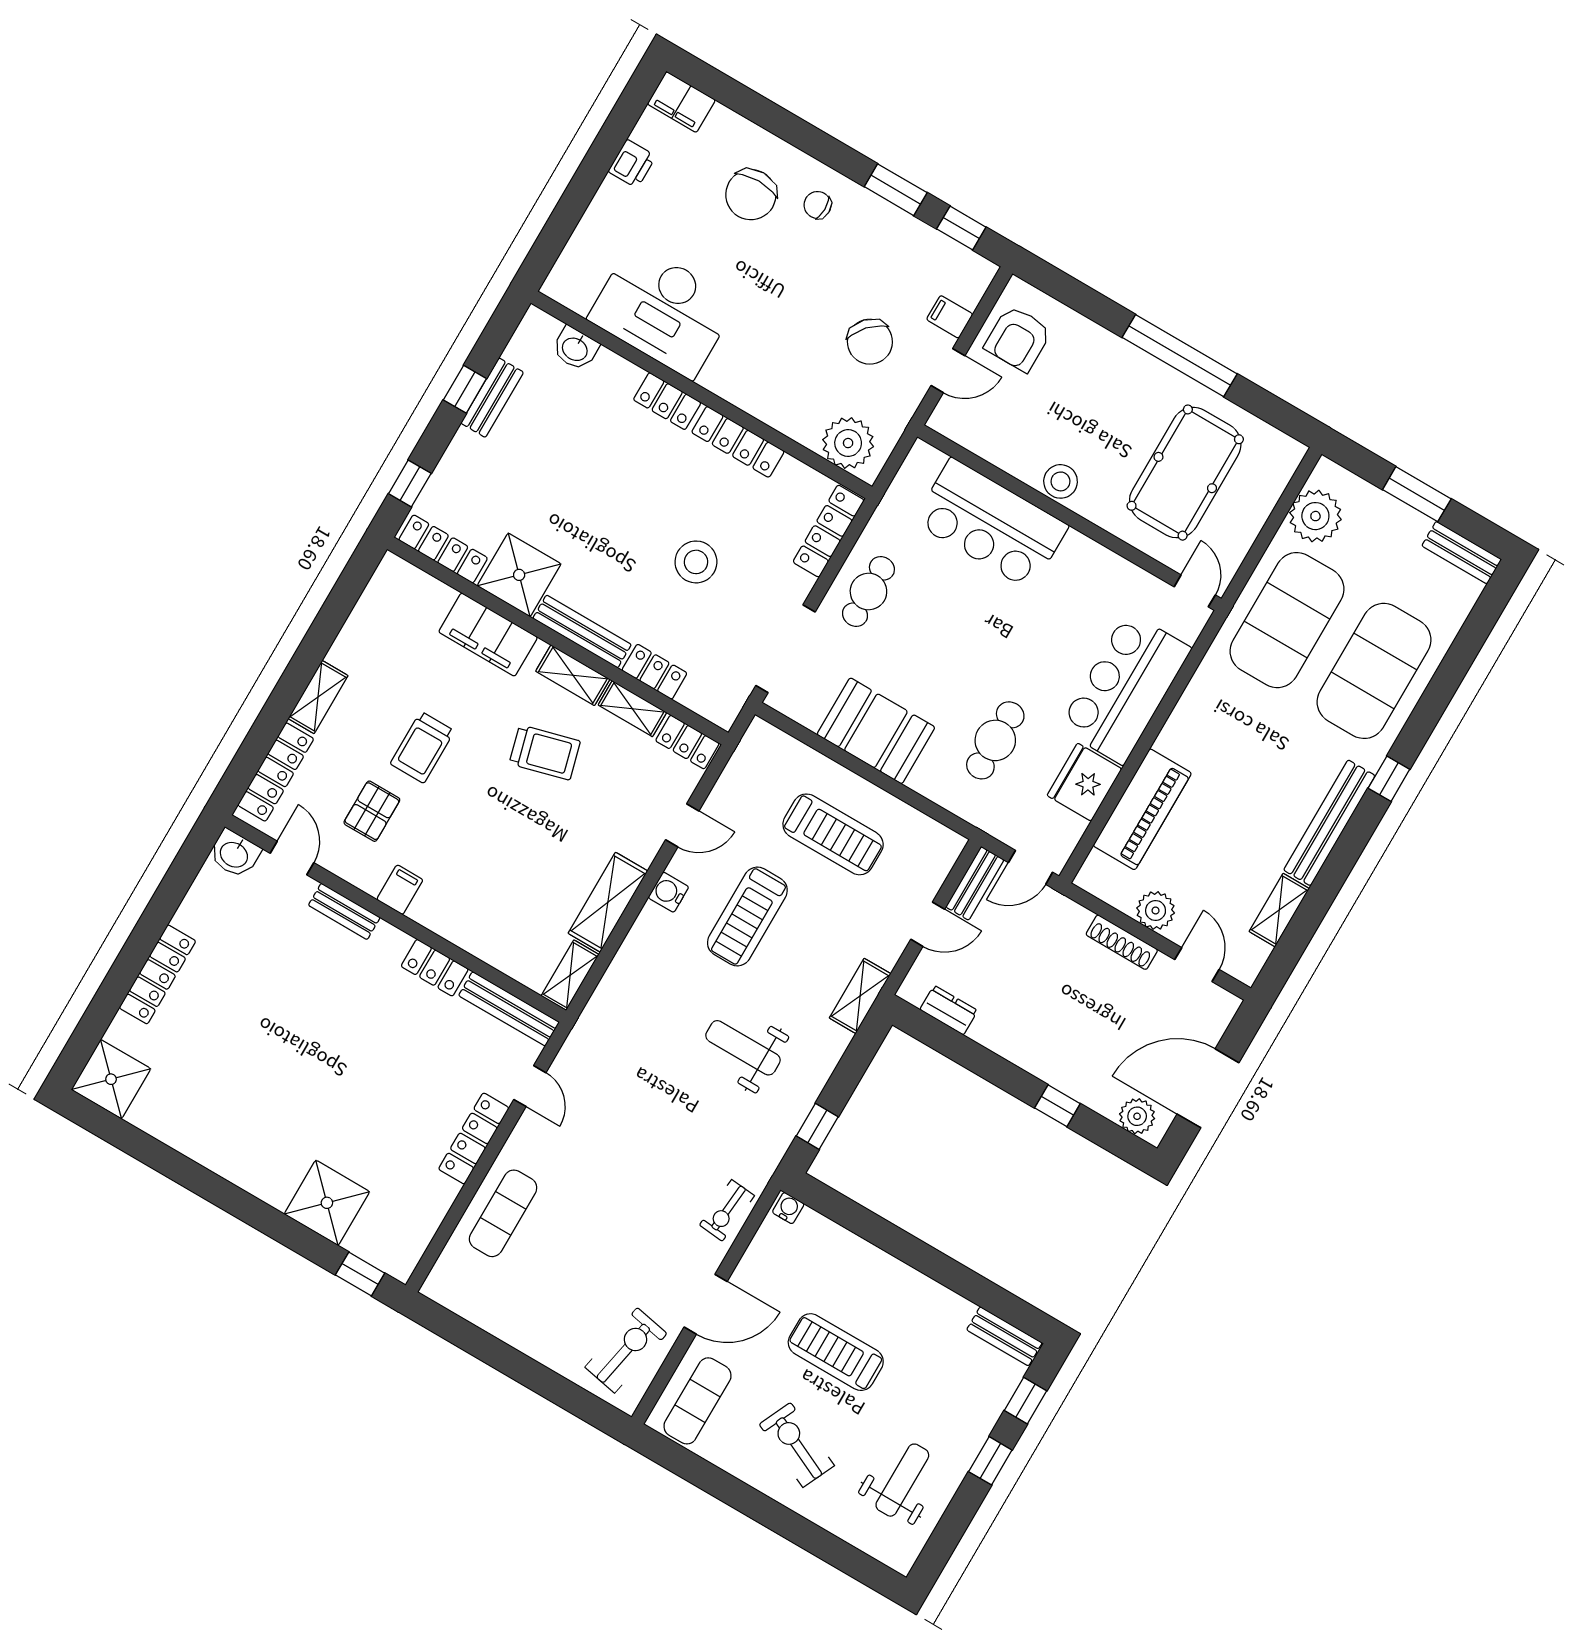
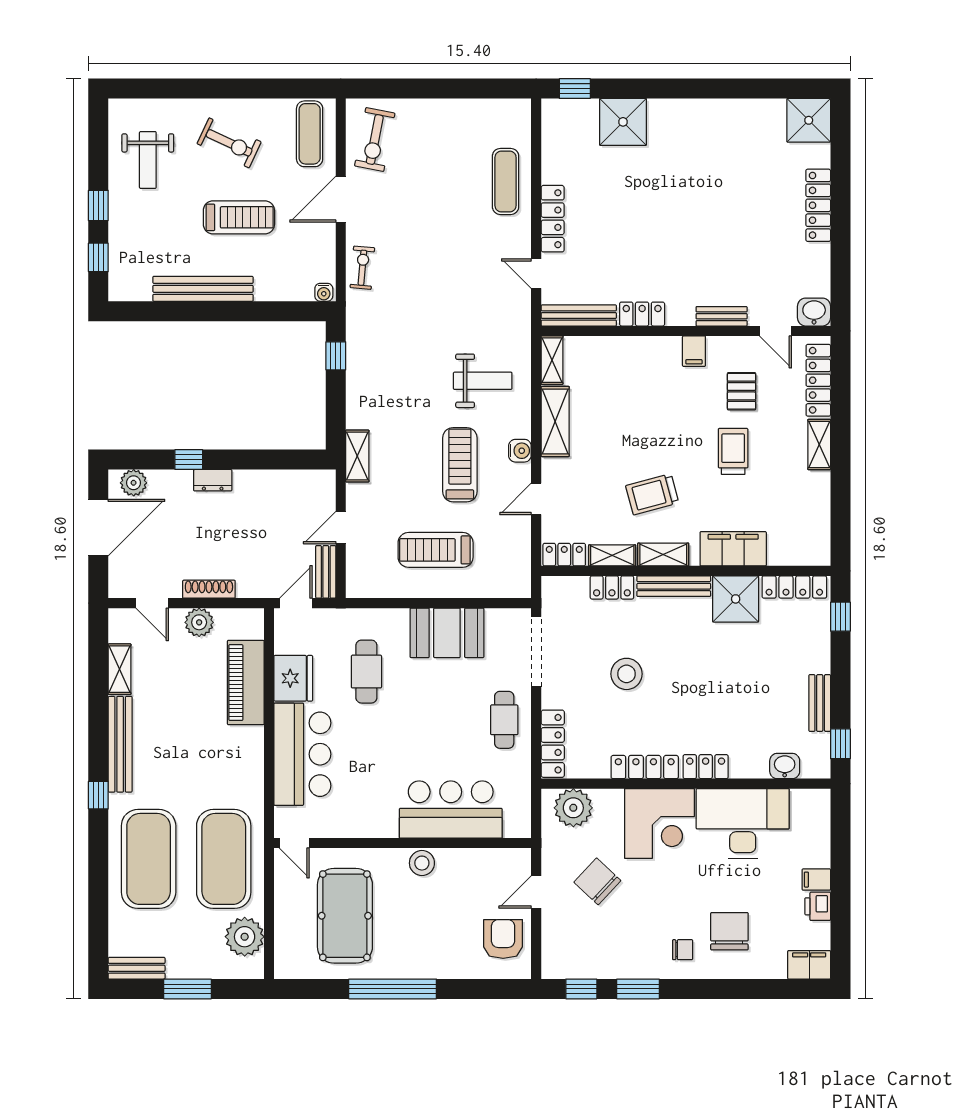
filing cabinet: (950, 317) -> (816, 880), moved, turned 180
corner desk: (759, 367) -> (659, 823), added
window: (465, 389) -> (840, 744), moved
dresser: (949, 1010) -> (213, 480), moved
weight bench: (743, 1048) -> (483, 381), moved
bench: (1004, 1336) -> (203, 289), moved, width x1.86, depth x1.21

